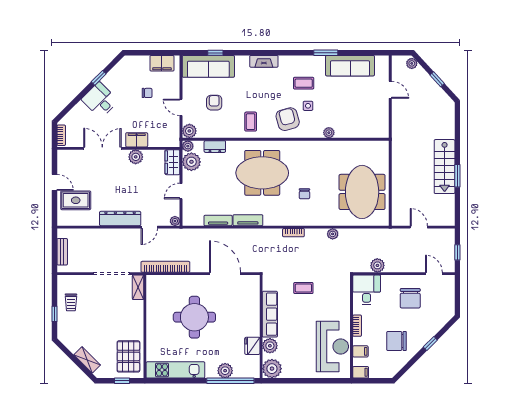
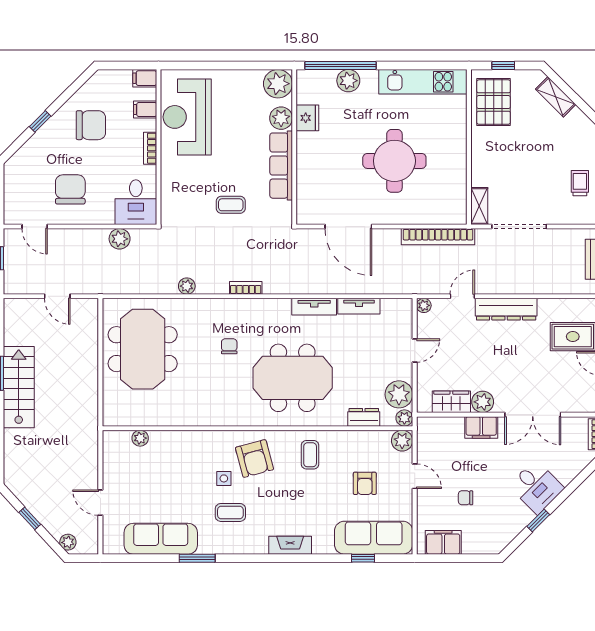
plant: (329, 133) -> (140, 438), moved
wardrobe: (172, 162) -> (451, 402), moved, turned -90

